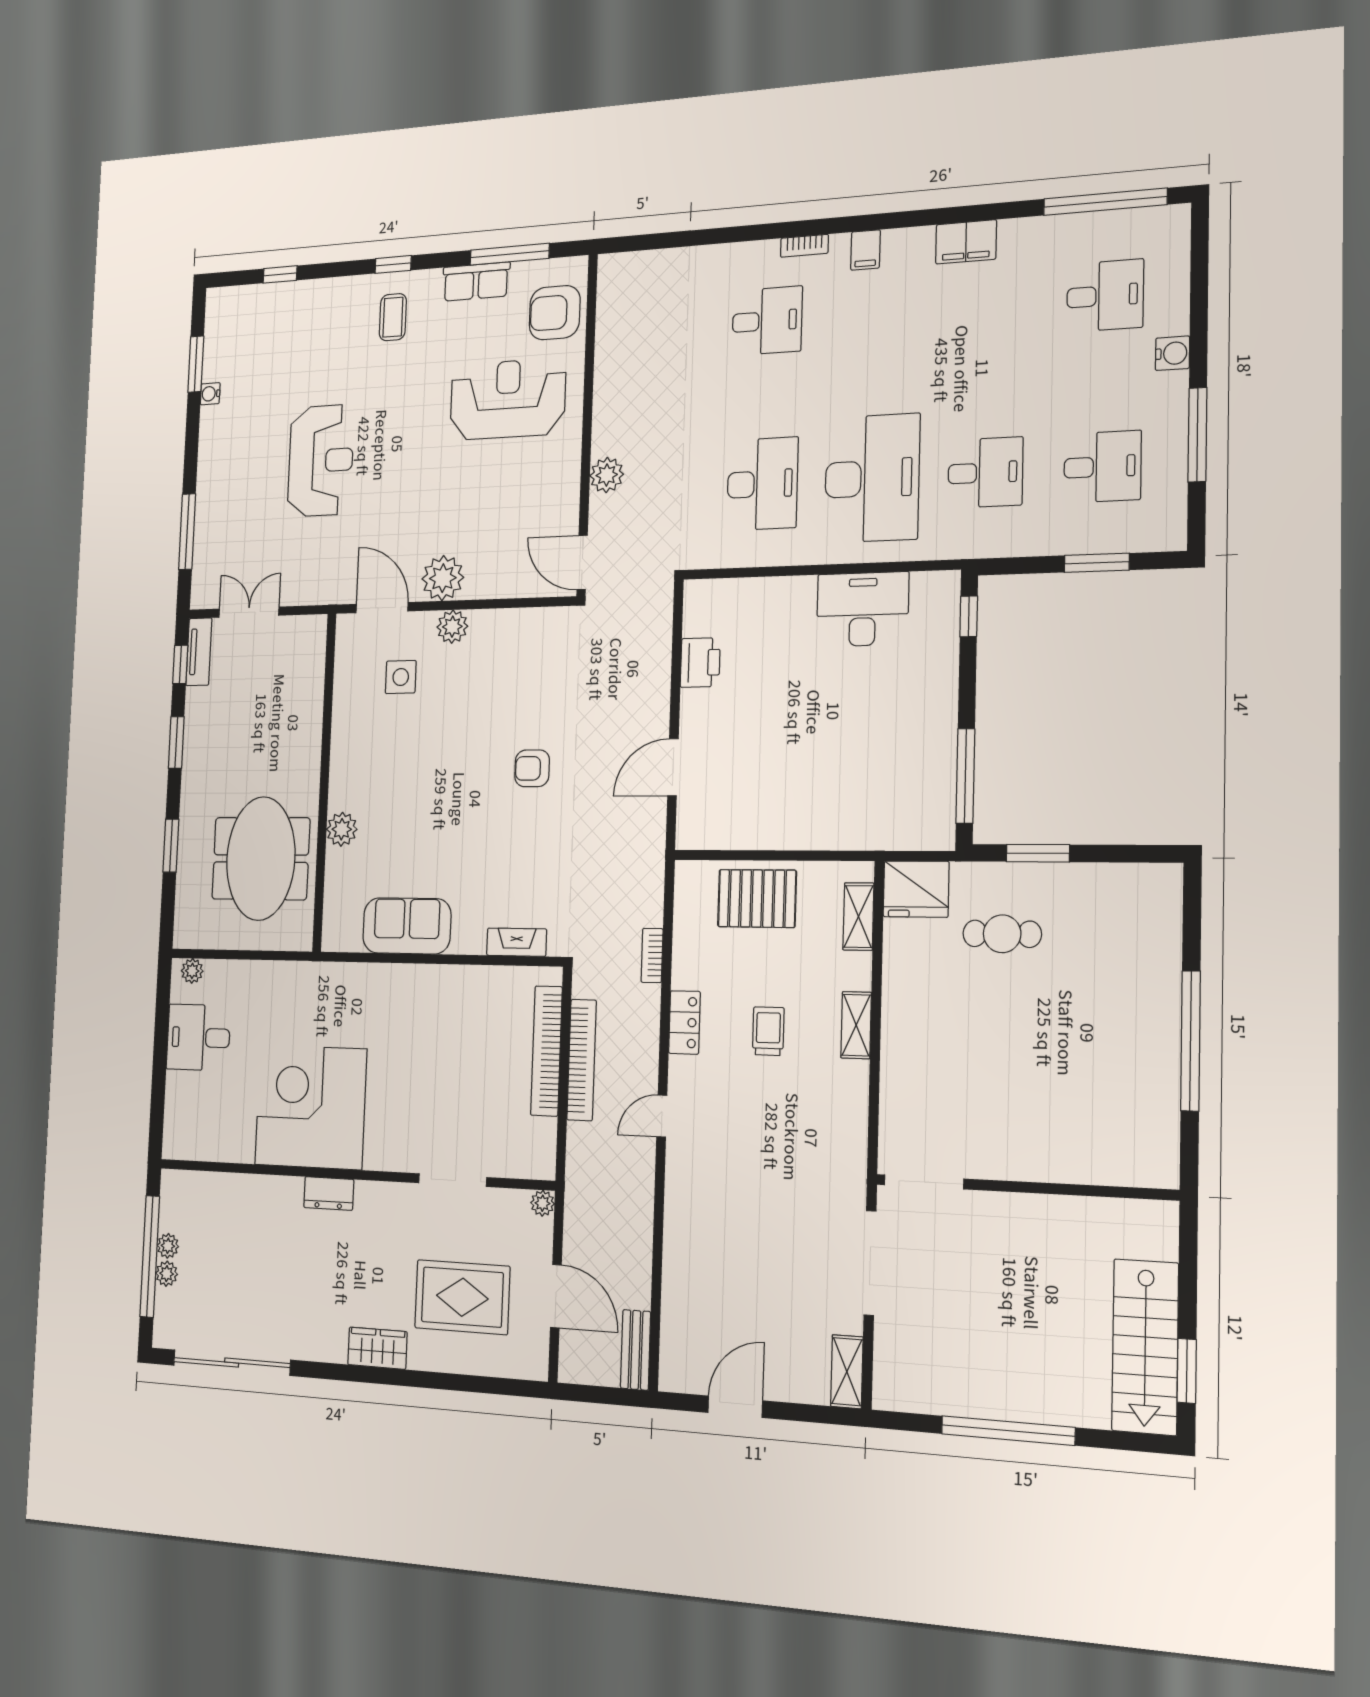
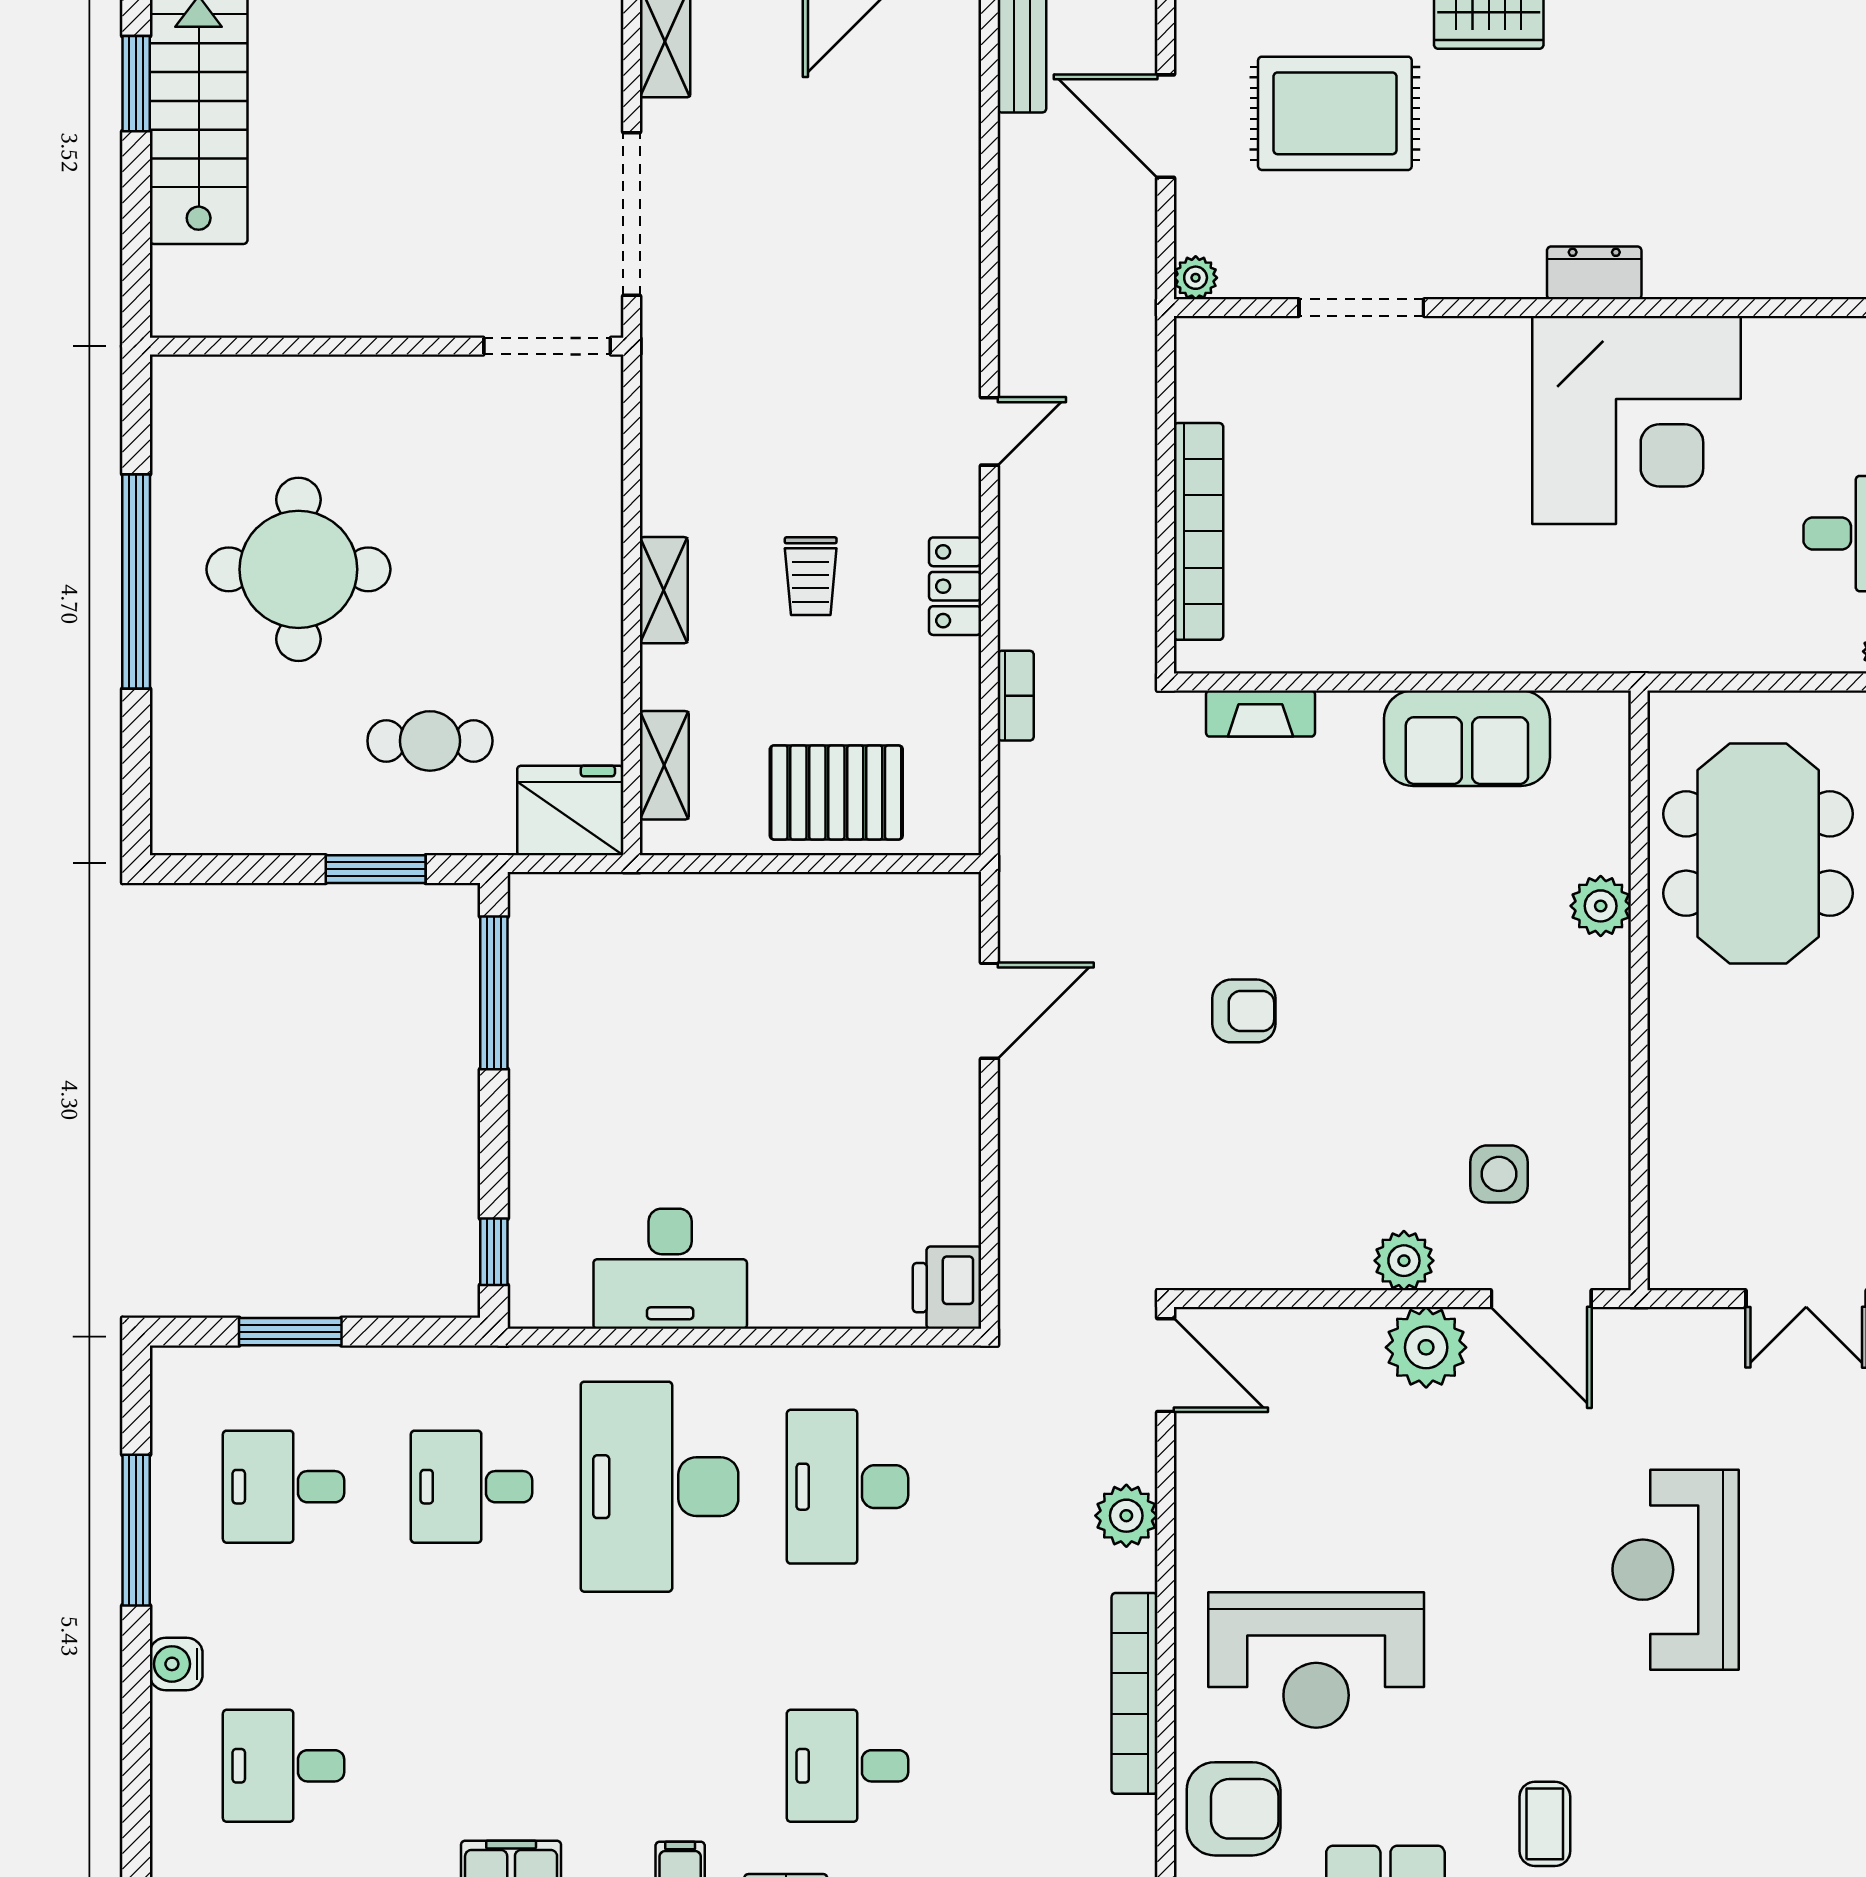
printer: (700, 663) -> (947, 1288), moved
round table: (1084, 1045) -> (298, 569), added
bookcase: (582, 1060) -> (1135, 1693), moved

